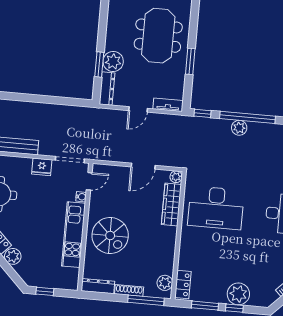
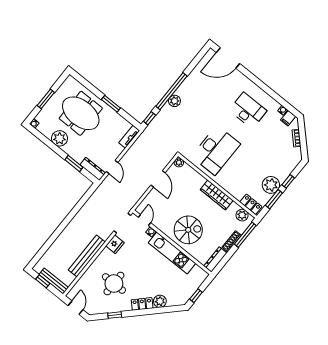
plant: (113, 61) -> (60, 138), moved
door: (138, 109) -> (112, 167), moved
wardrobe: (171, 205) -> (217, 195), moved
plant: (238, 294) -> (271, 185), moved

